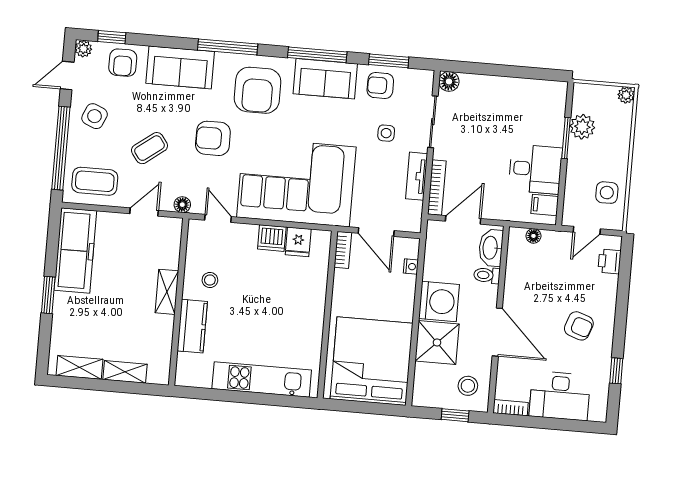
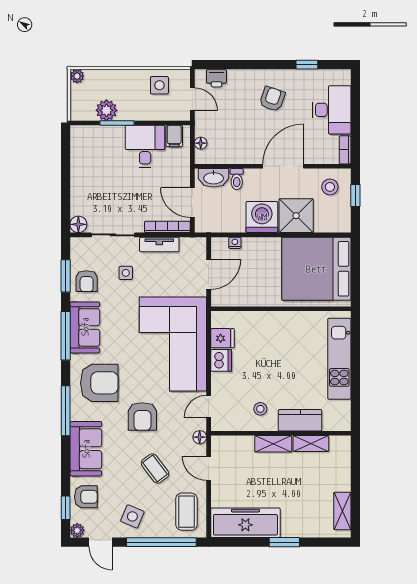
bookcase: (343, 250) -> (226, 301), removed
shelving: (125, 372) -> (311, 443), moved, turned 90

